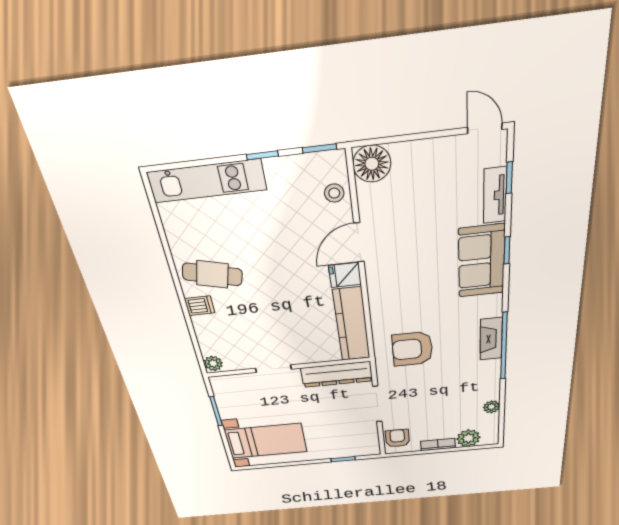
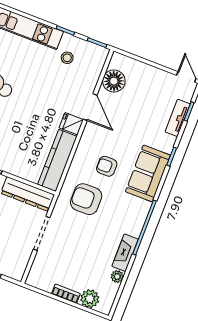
floor lamp: (372, 164) -> (114, 81), moved
stool: (334, 193) -> (67, 58), moved
door: (359, 242) -> (90, 107), swing flipped
sofa: (481, 261) -> (148, 173), moved
fireplace: (491, 339) -> (125, 253), moved
armchair: (397, 438) -> (107, 166), moved, turned -90

